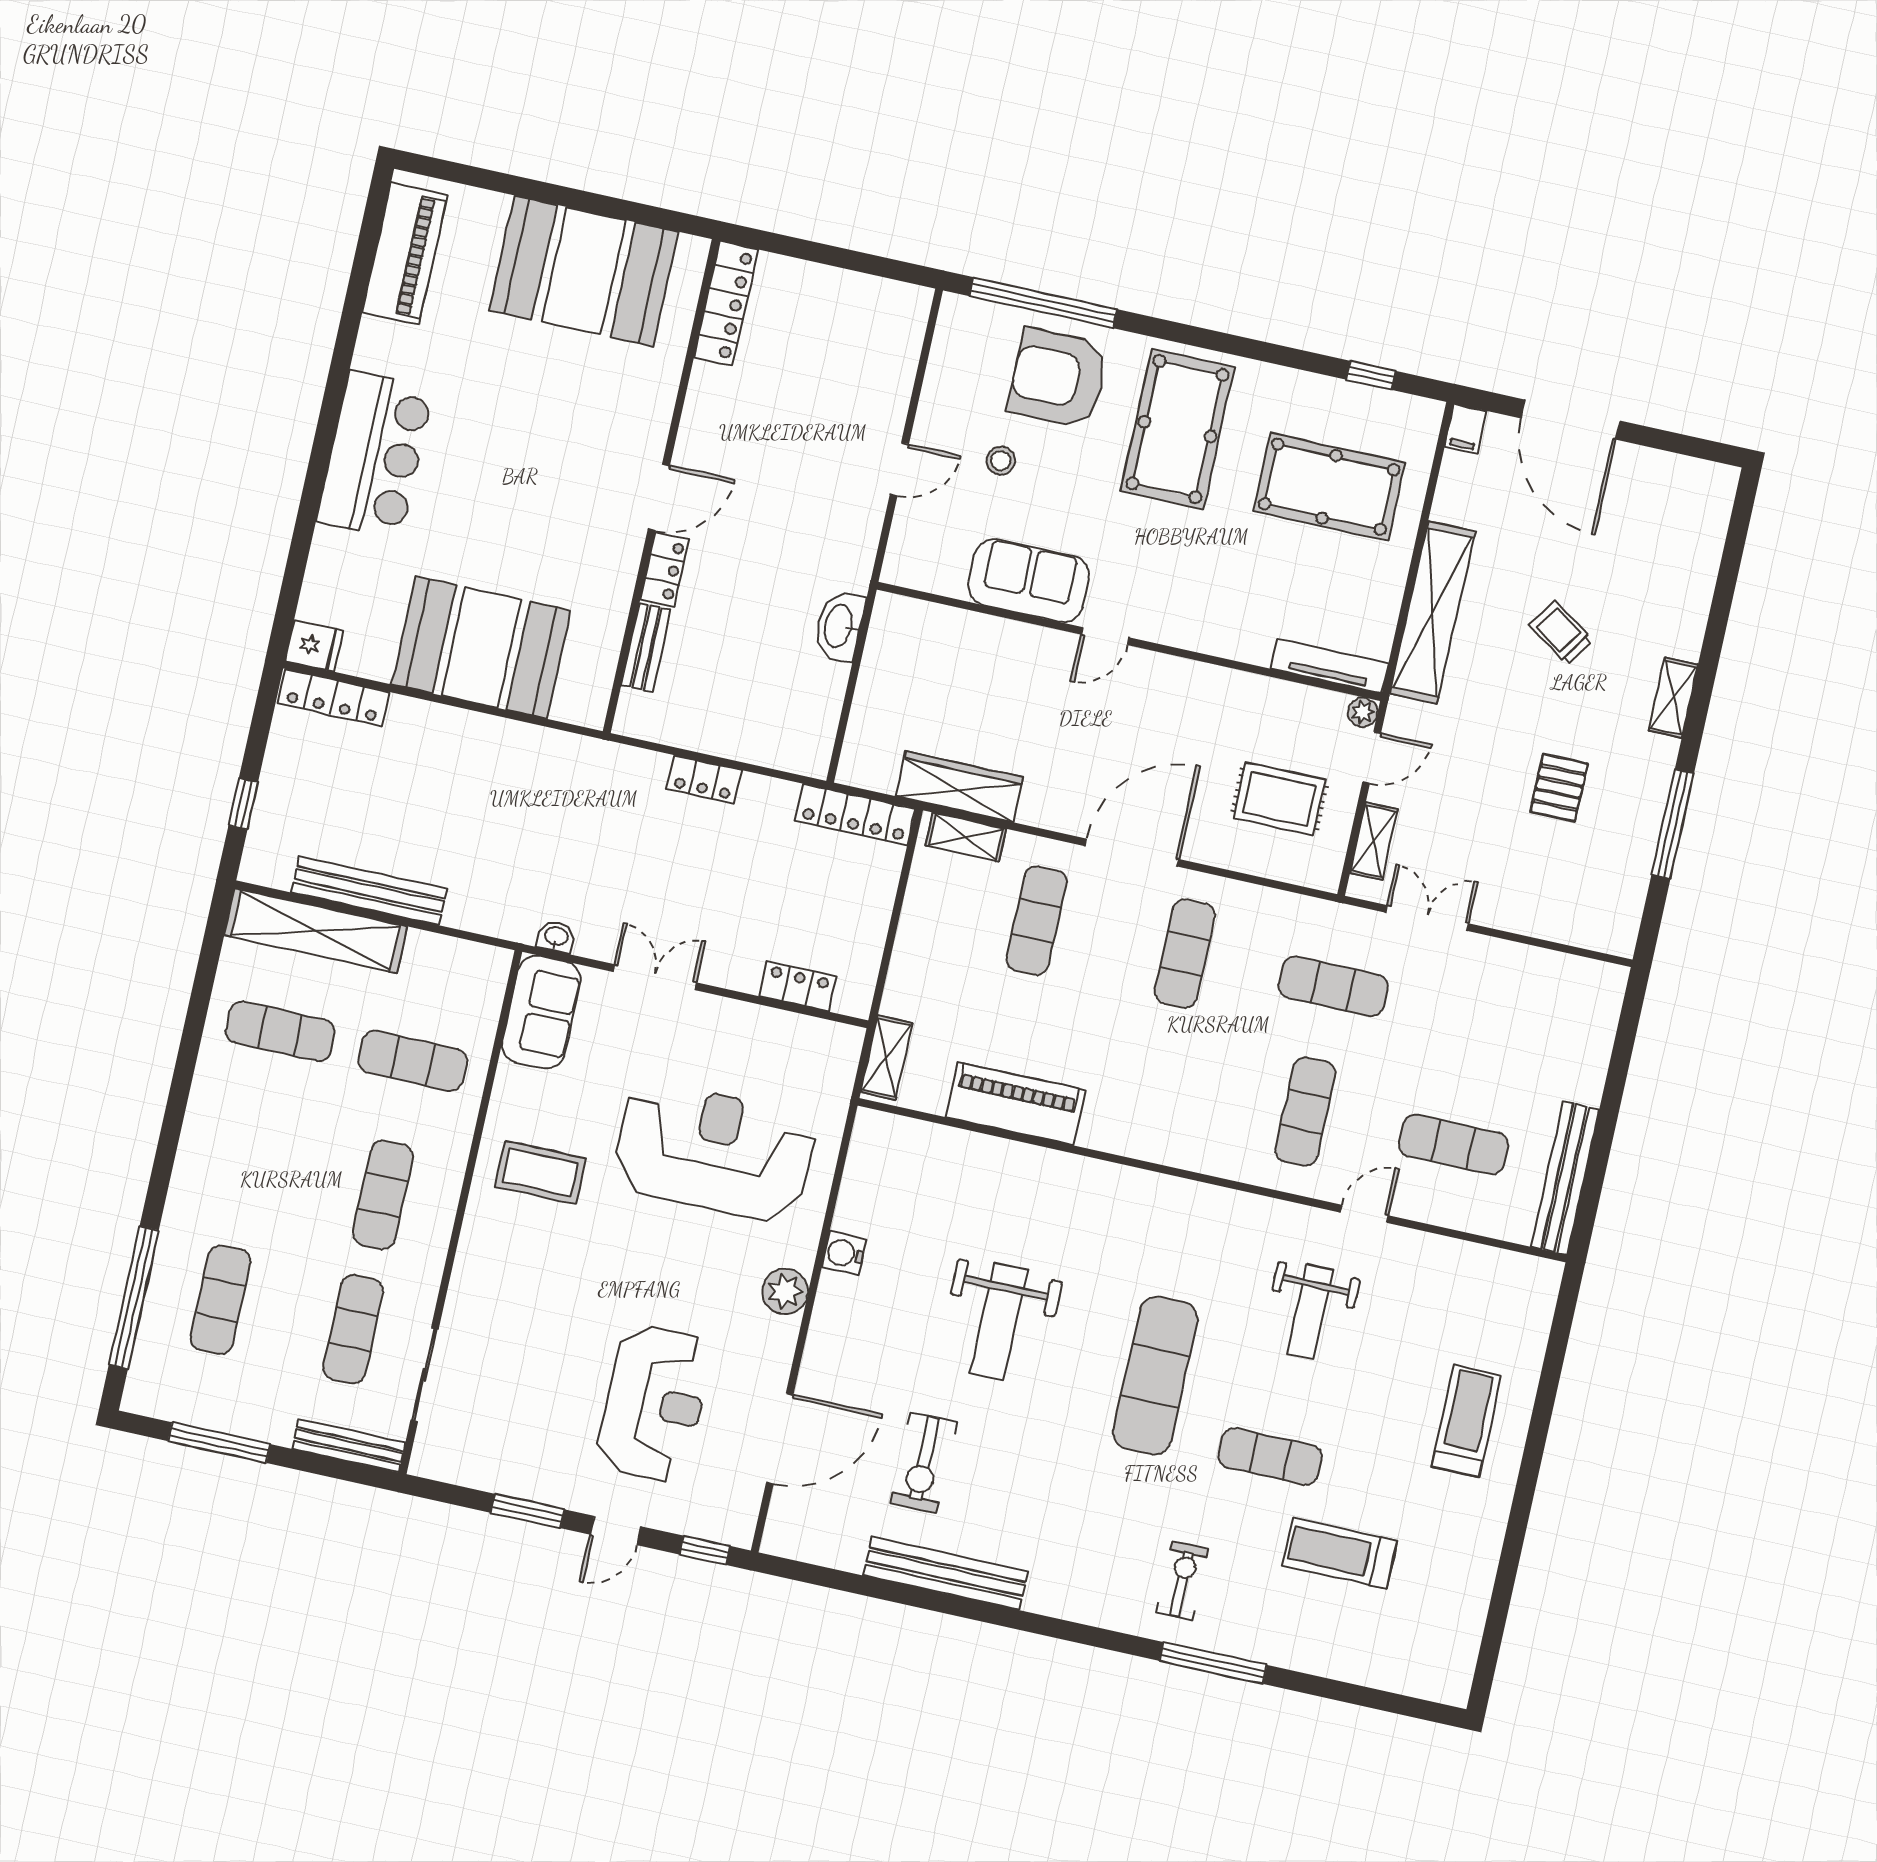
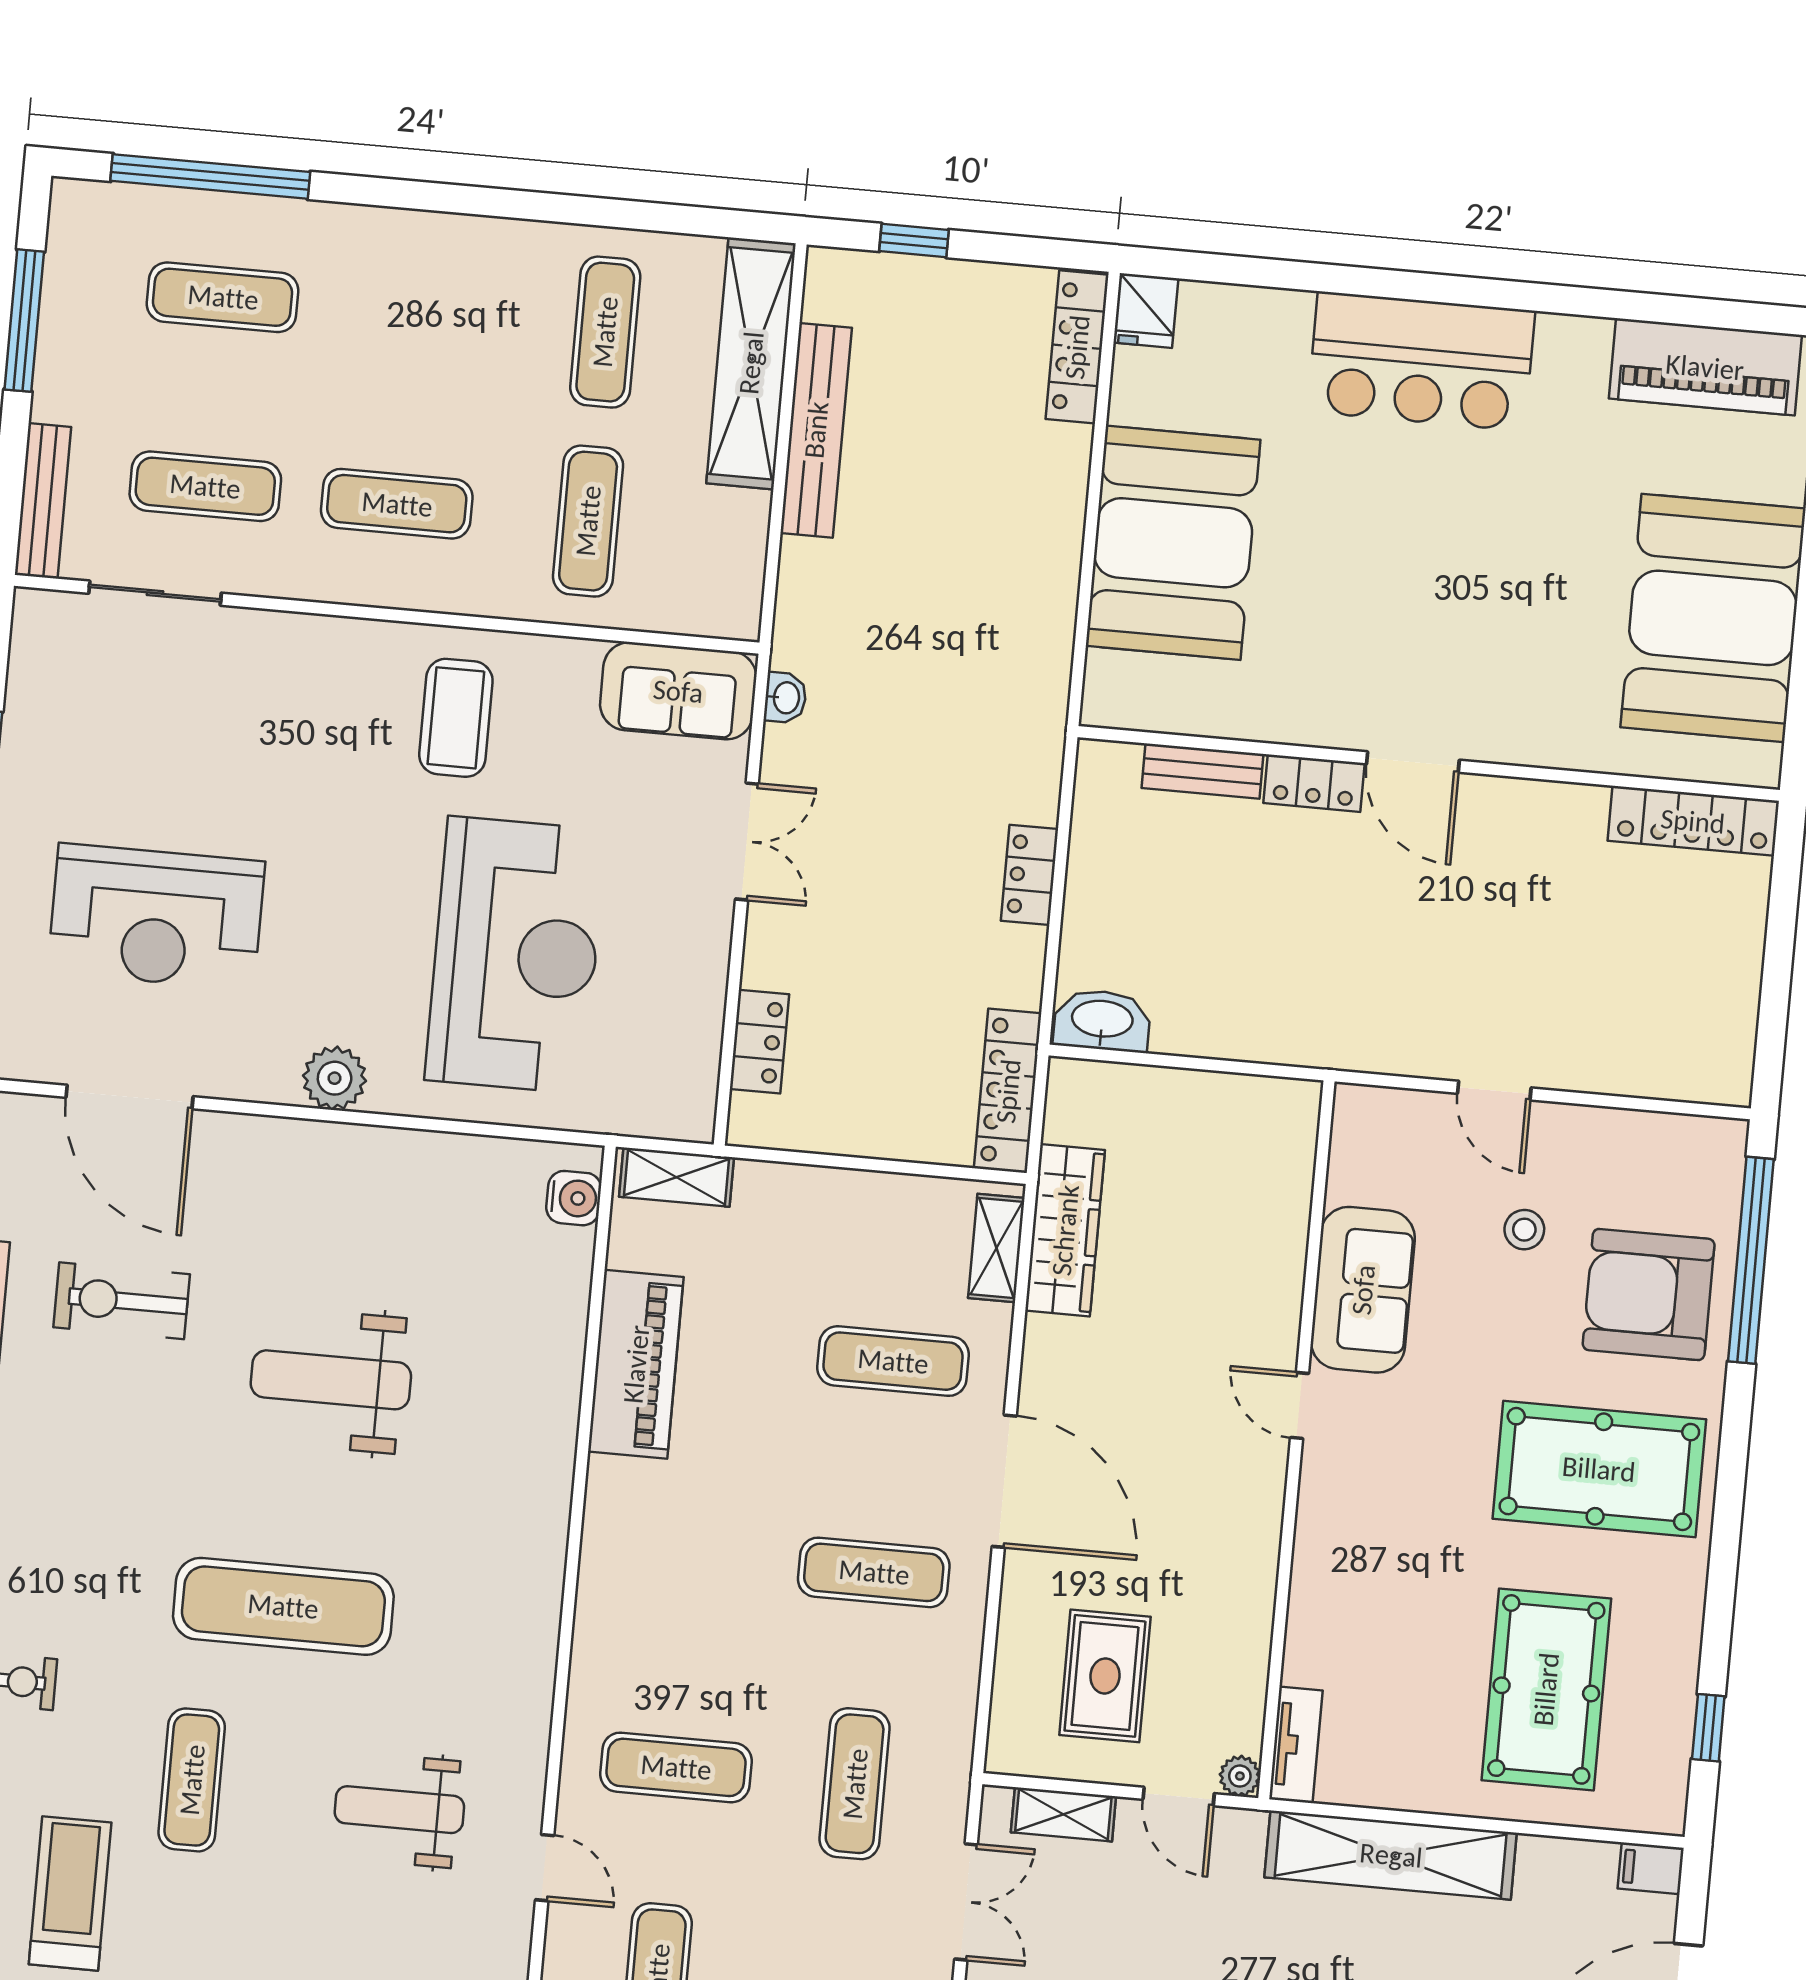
armchair: (1058, 378) -> (1649, 1295), turned -90
washbasin: (839, 626) -> (1102, 1020), moved
tv unit: (1329, 666) -> (1296, 1745), width x0.71
water cooler: (844, 1253) -> (574, 1198), moved, turned 90

